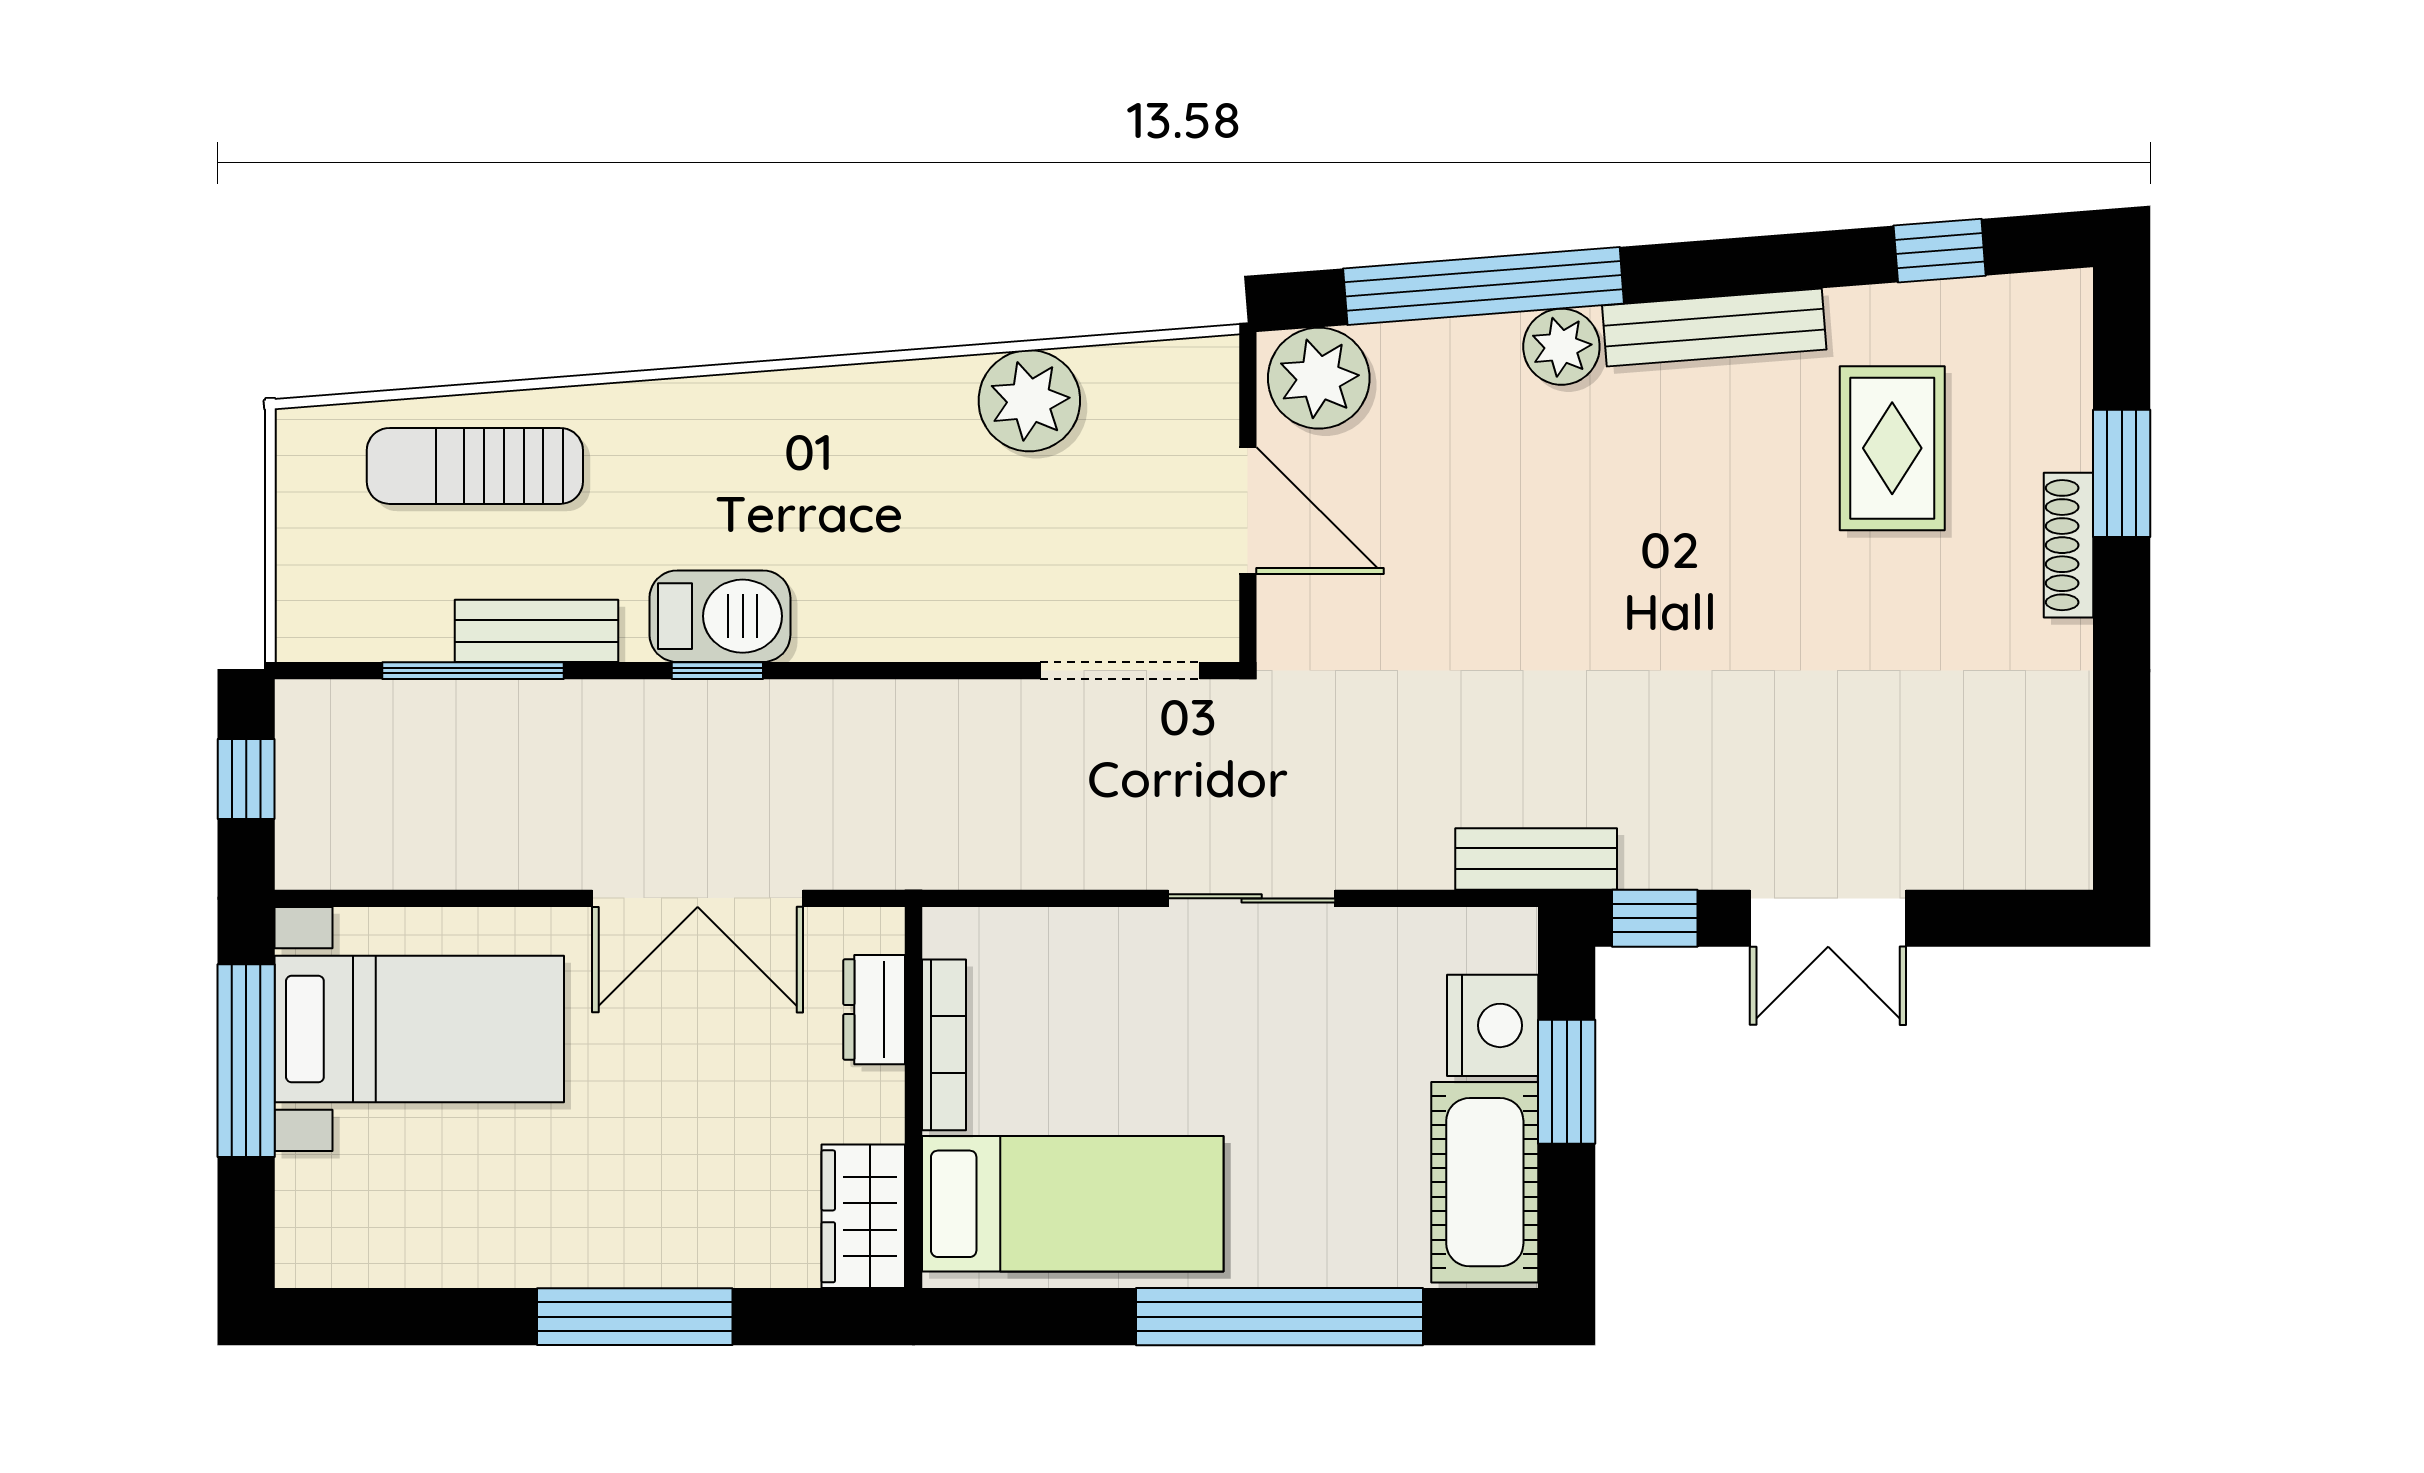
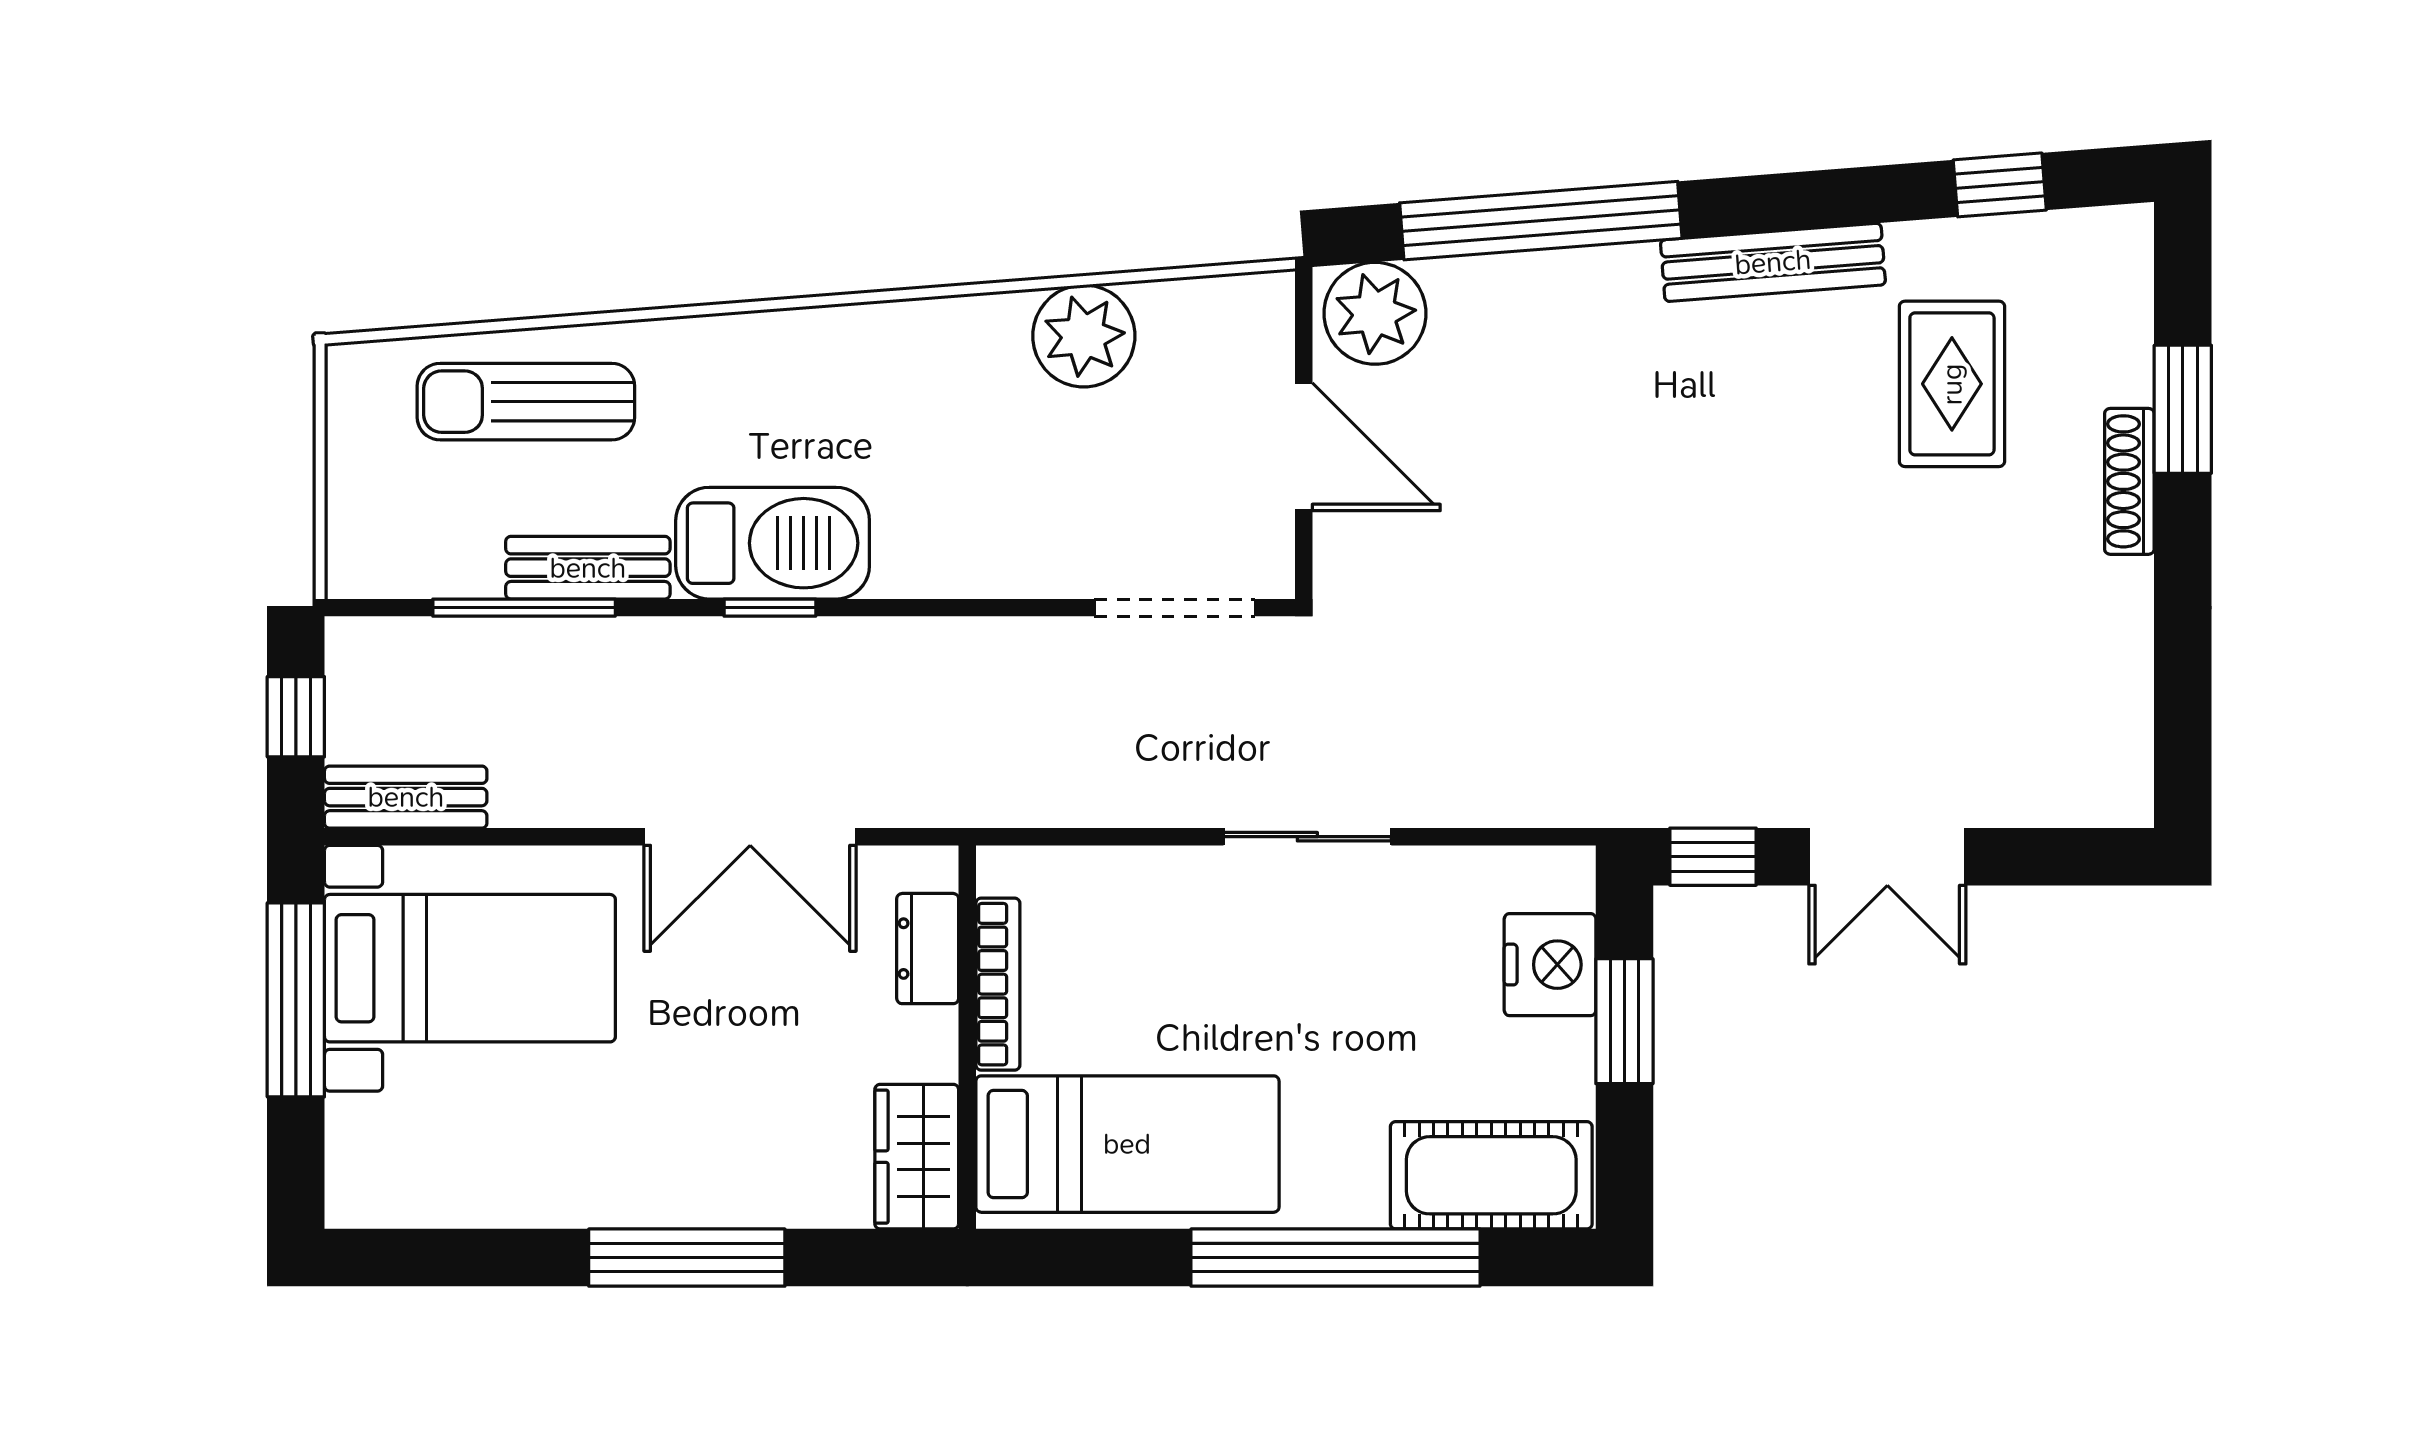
plant: (1561, 347) -> (1619, 282), removed
barbecue: (720, 616) -> (773, 543), width x1.37, depth x1.21
bench: (1536, 859) -> (406, 797), moved
cot: (1485, 1182) -> (1491, 1175), moved, turned 90

